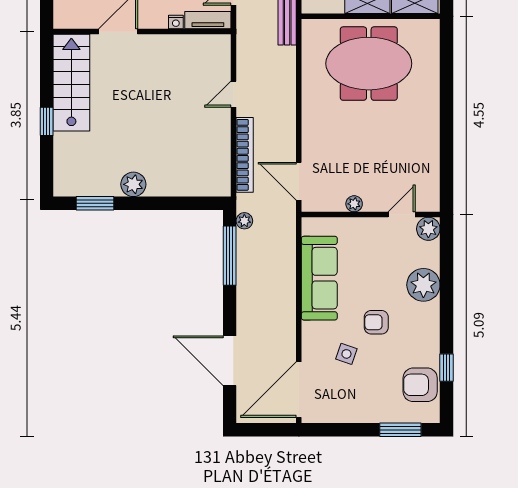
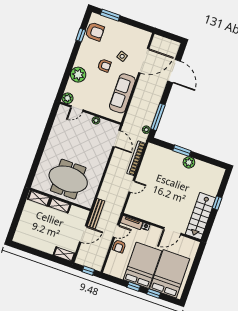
window: (95, 203) -> (182, 151), moved
door: (299, 390) -> (144, 61), moved

